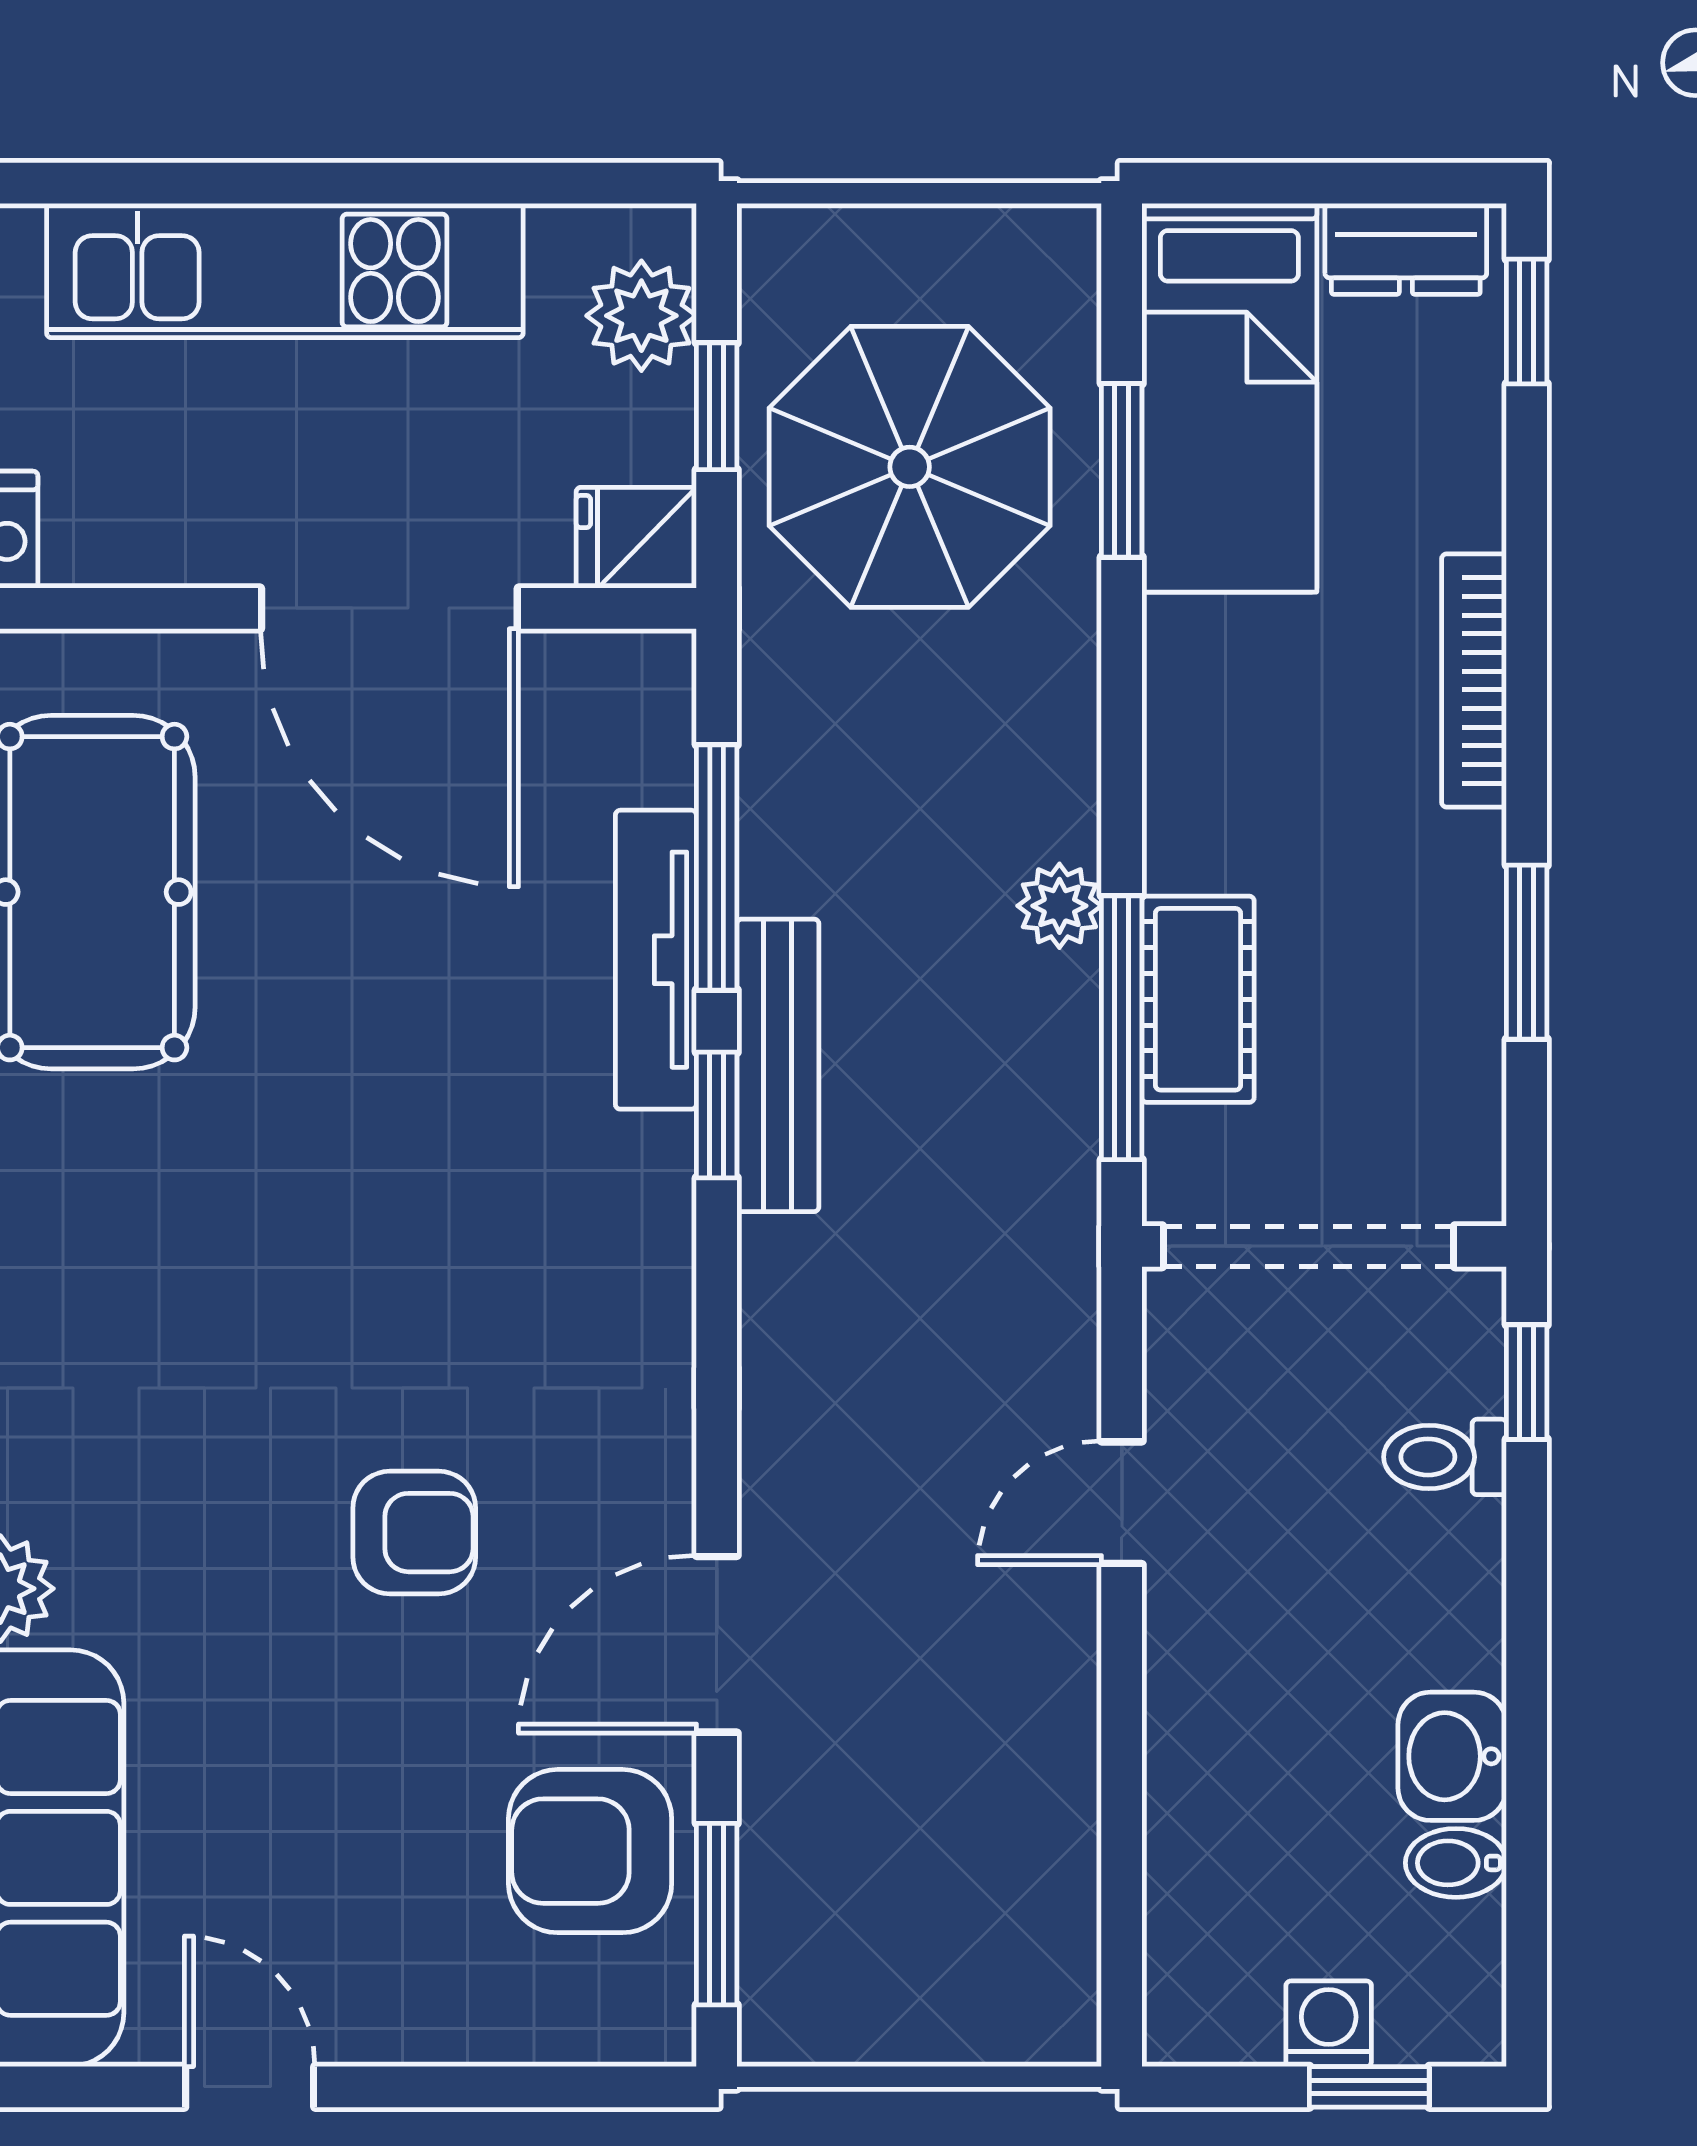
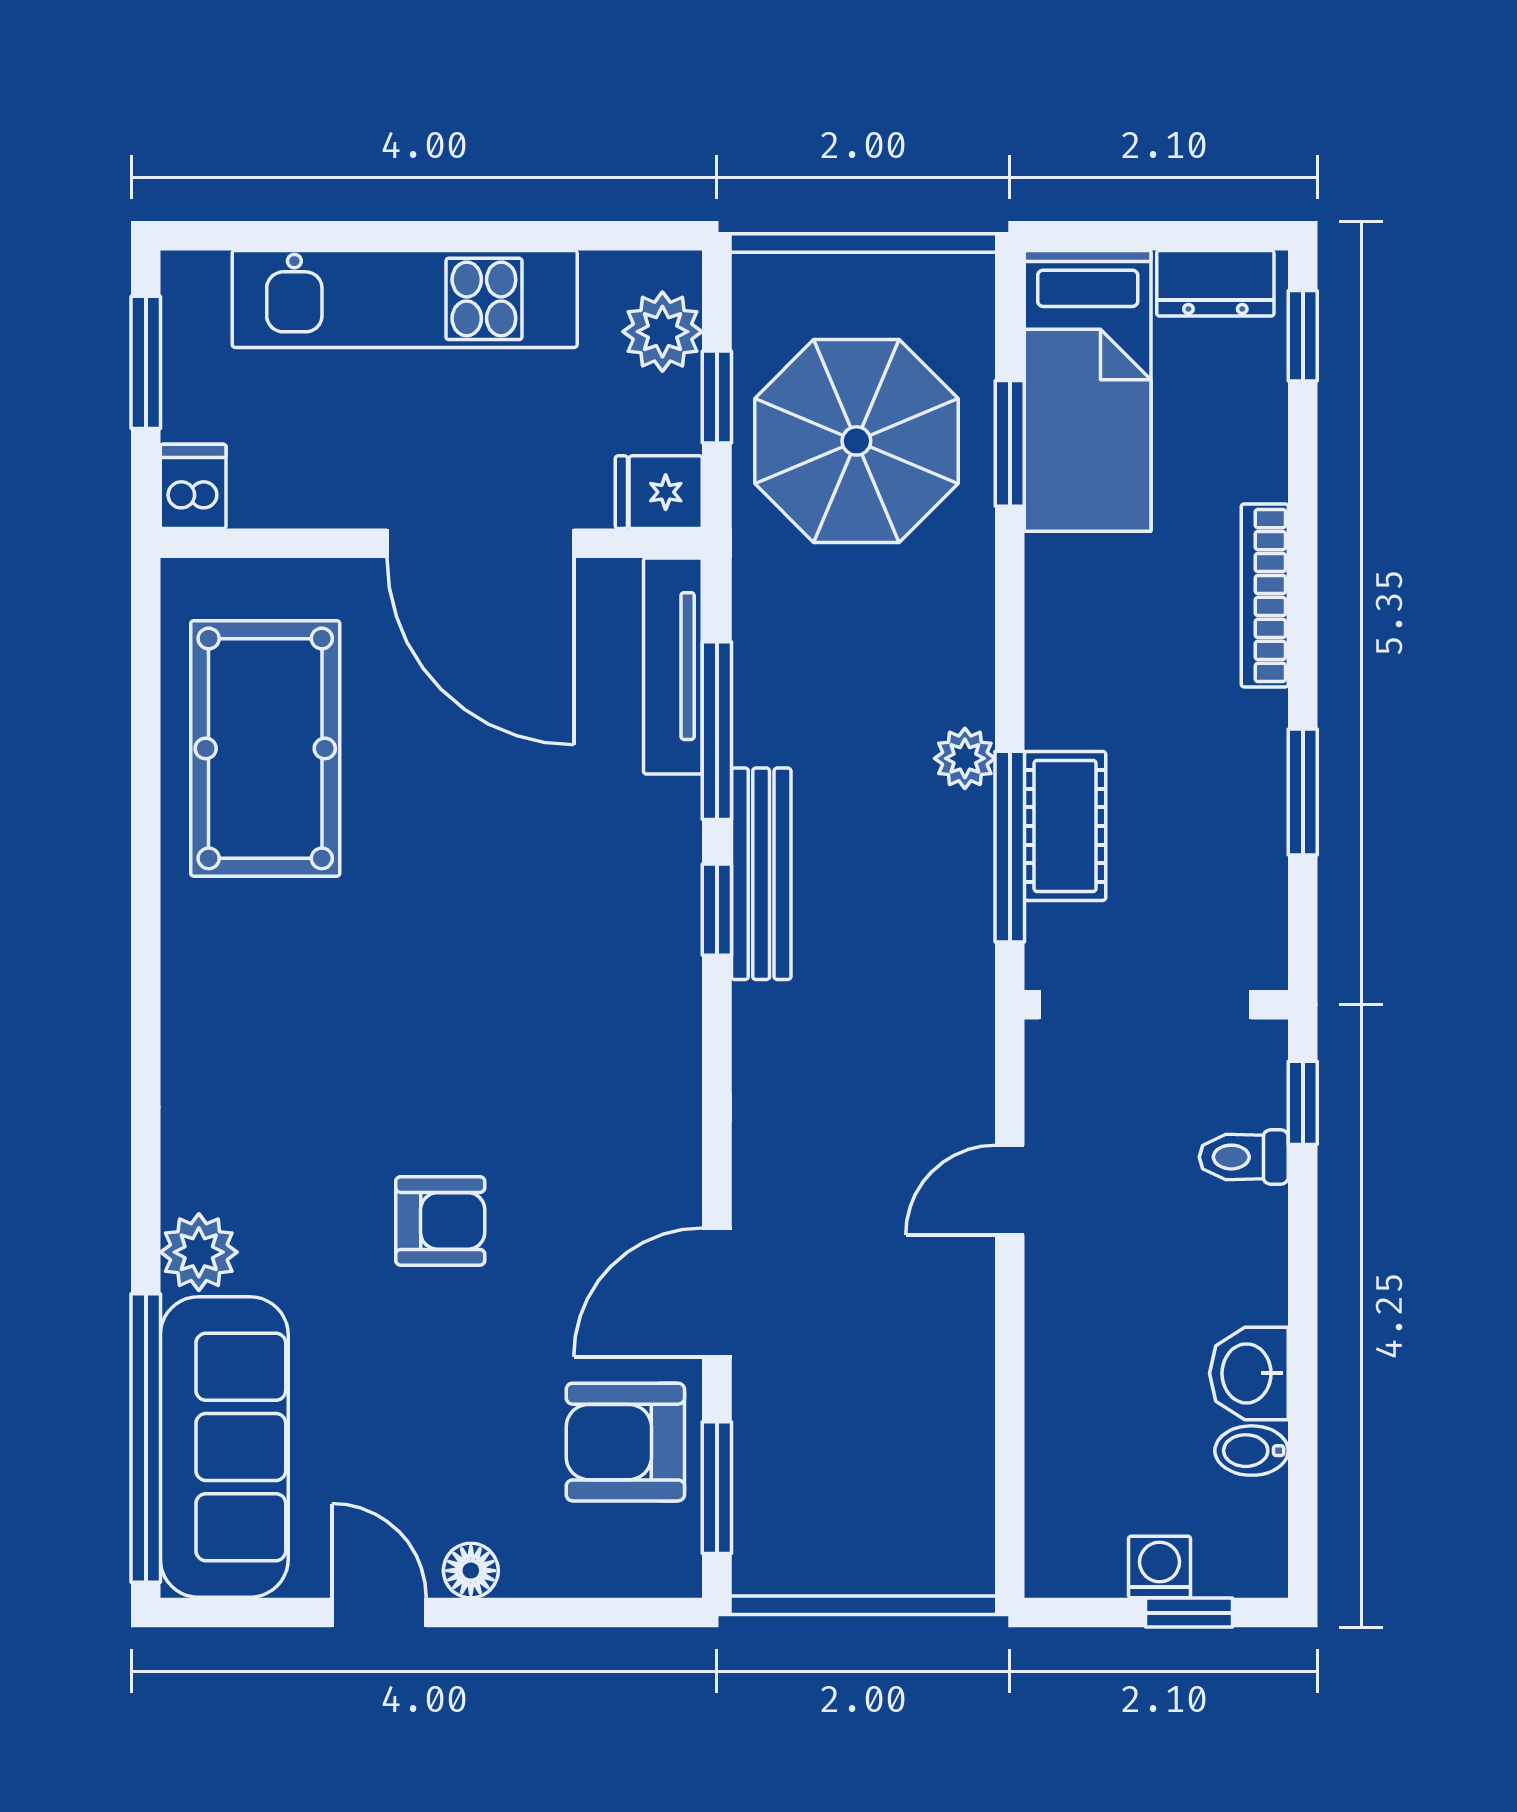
tv unit: (656, 960) -> (673, 666), moved
armchair: (414, 1533) -> (440, 1221), moved
floor lamp: (376, 2029) -> (471, 1571), added

